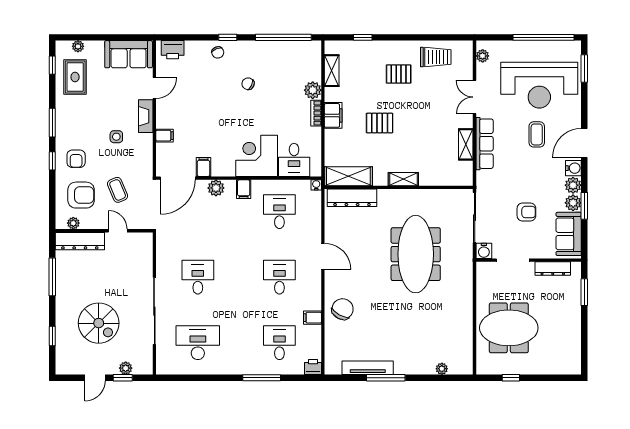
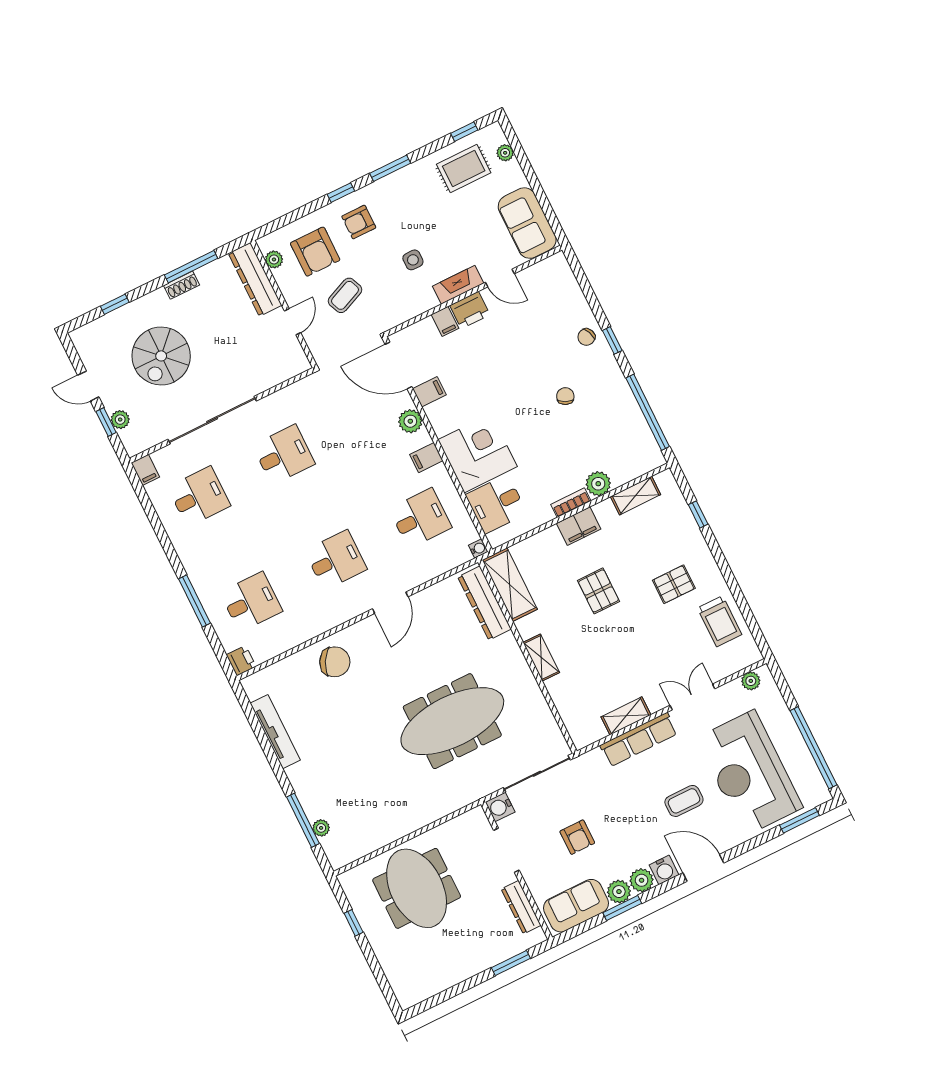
printer: (173, 50) -> (470, 310), moved, turned -90
pallet: (399, 74) -> (674, 584), turned 90
shoe rack: (61, 289) -> (181, 285), added
filing cabinet: (313, 318) -> (145, 470), moved, turned 180
desk: (198, 343) -> (199, 496), width x0.73
window: (386, 378) -> (303, 820), moved

